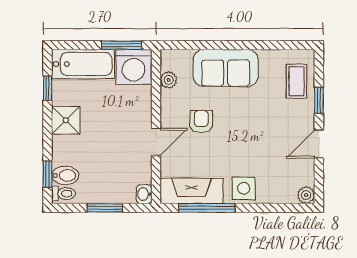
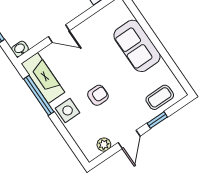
plant: (169, 80) -> (104, 14), removed
armchair: (201, 122) -> (98, 95), moved
door: (319, 144) -> (129, 139), swing flipped
plant: (306, 195) -> (104, 145), moved

